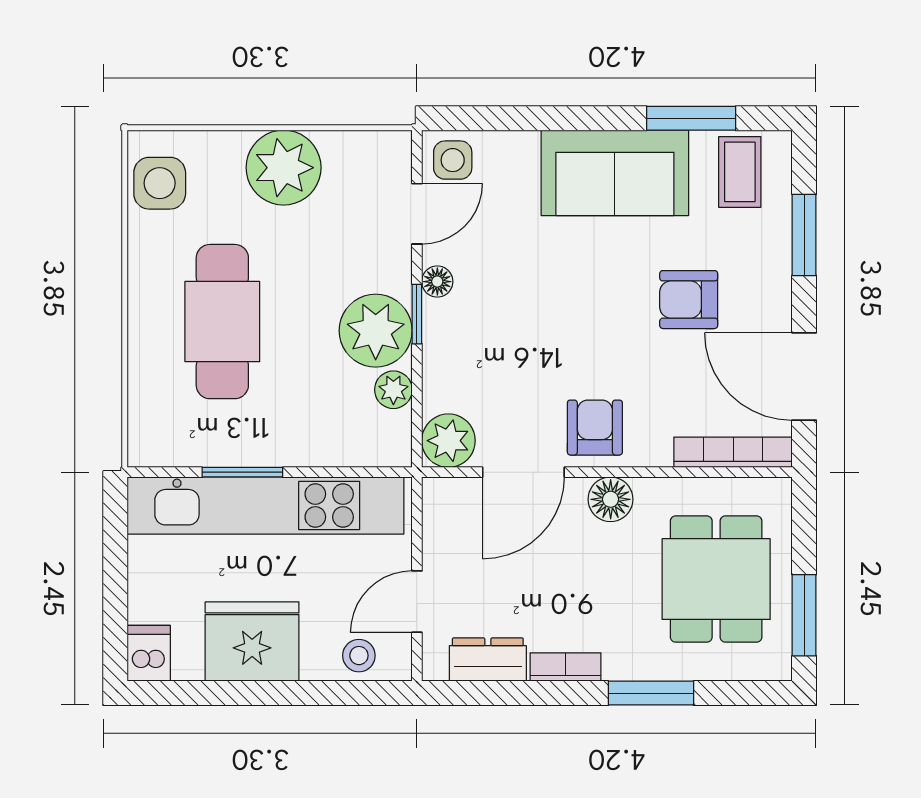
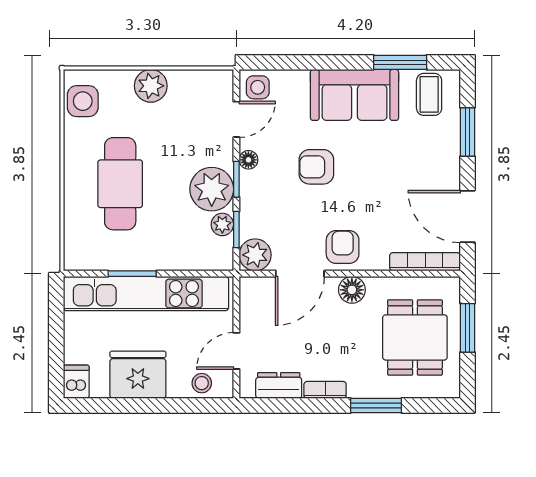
plant: (284, 168) -> (151, 86), width x0.73, depth x0.73
armchair: (689, 300) -> (316, 167), moved
window: (417, 398) -> (236, 229), added
window: (804, 615) -> (467, 328), moved

